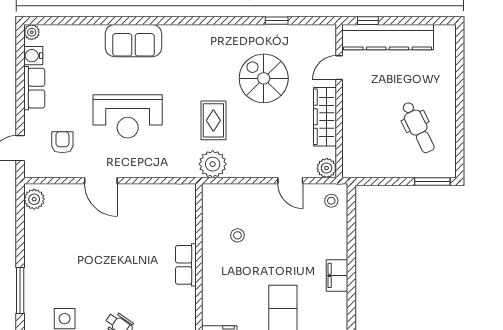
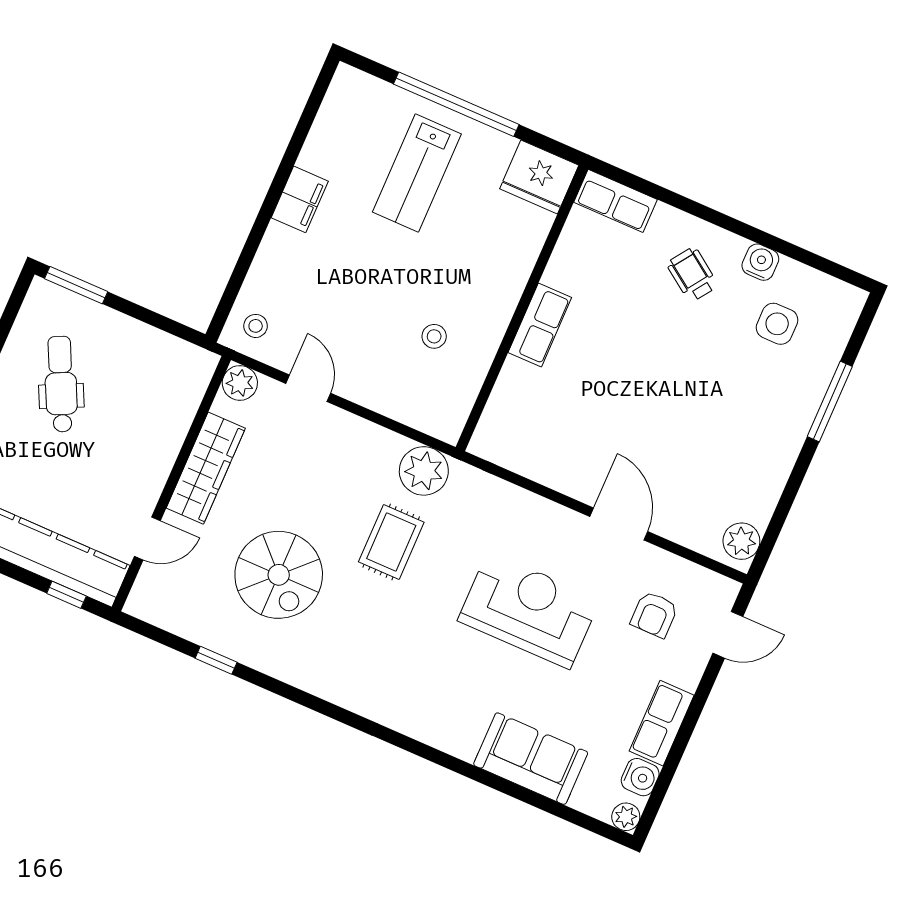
sofa: (133, 41) -> (531, 759), moved

